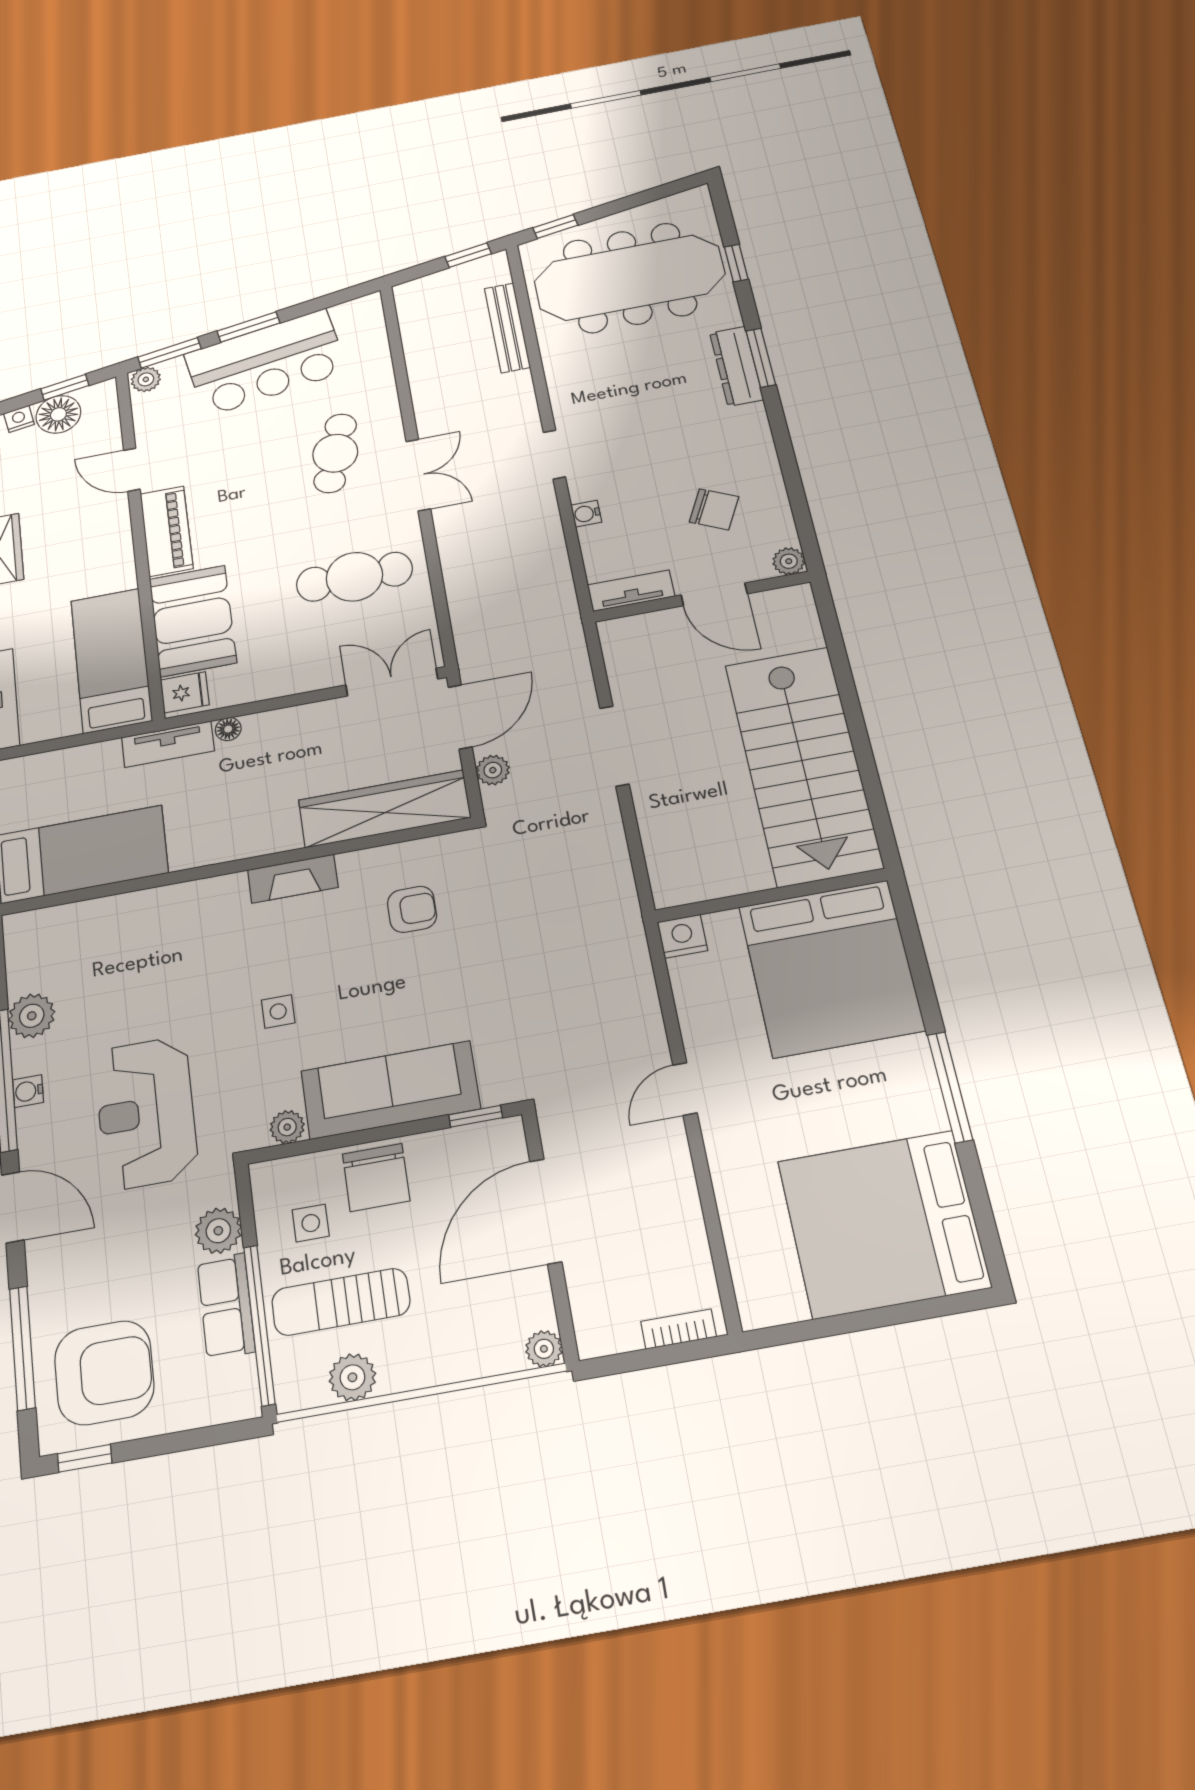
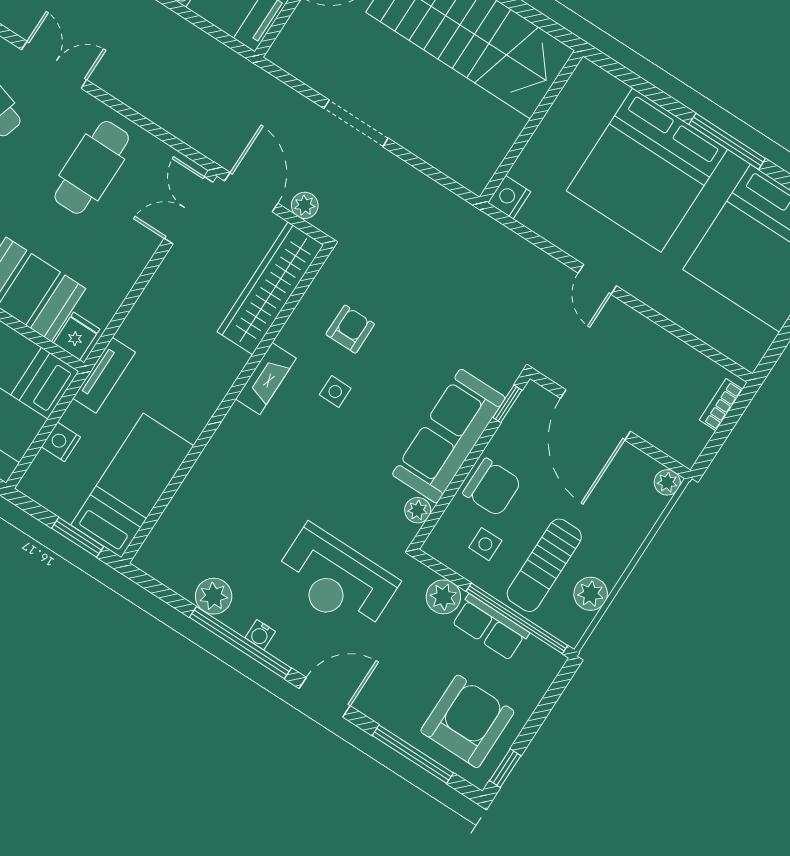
floor lamp: (228, 729) -> (128, 332), removed
nightstand: (71, 762) -> (61, 442), added
bed: (831, 968) -> (647, 170), moved, turned 90
side table: (278, 1011) -> (335, 392), moved

